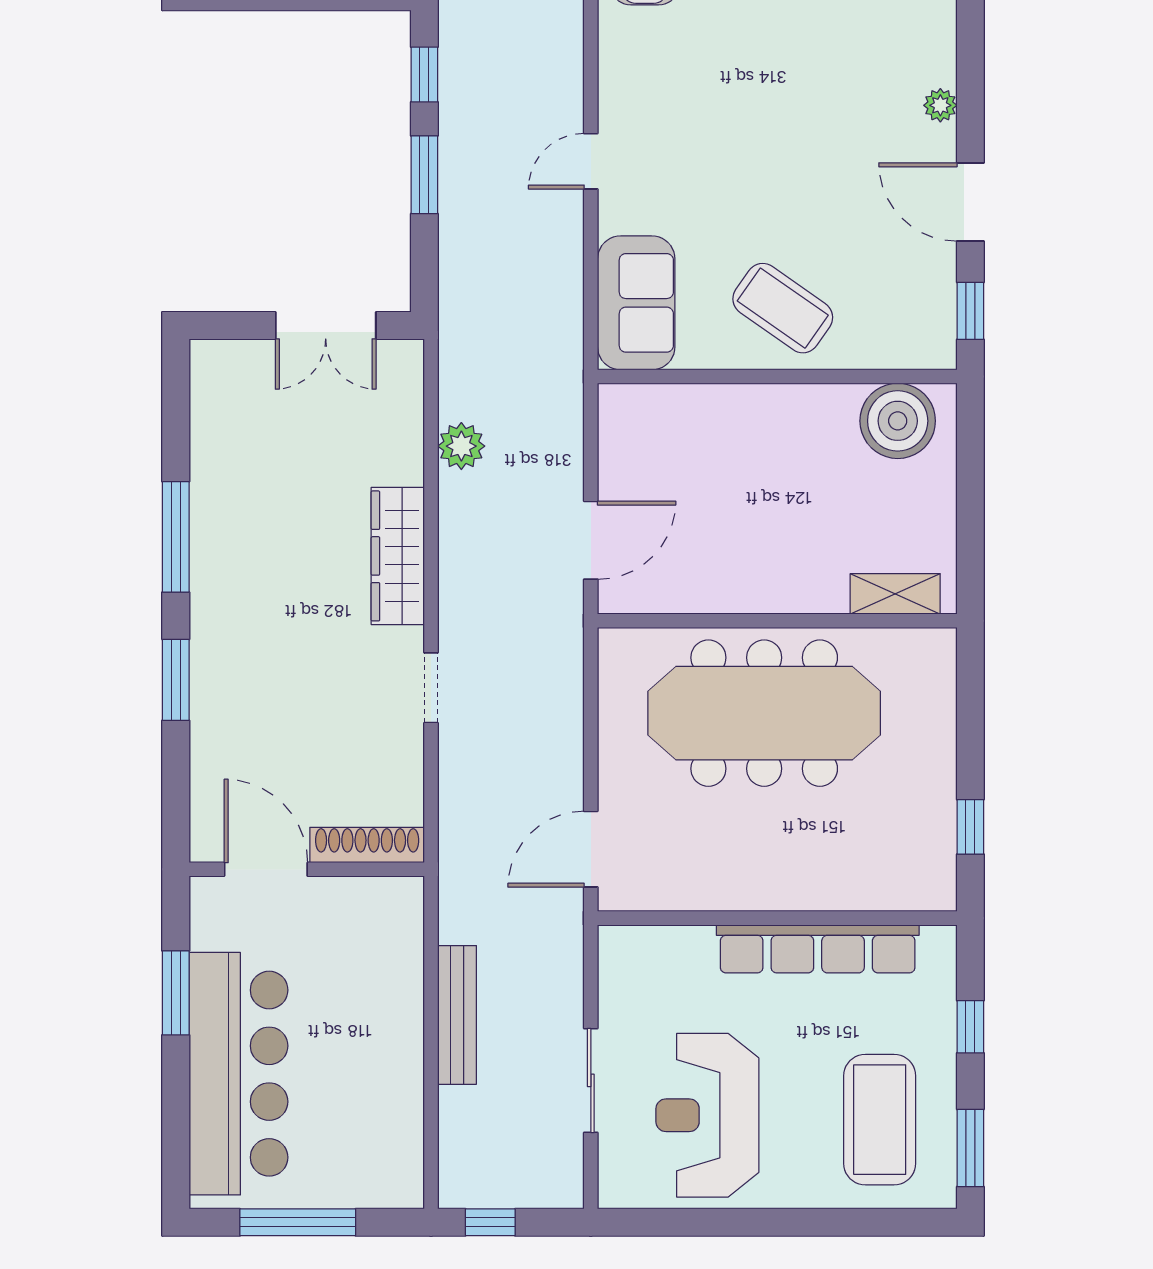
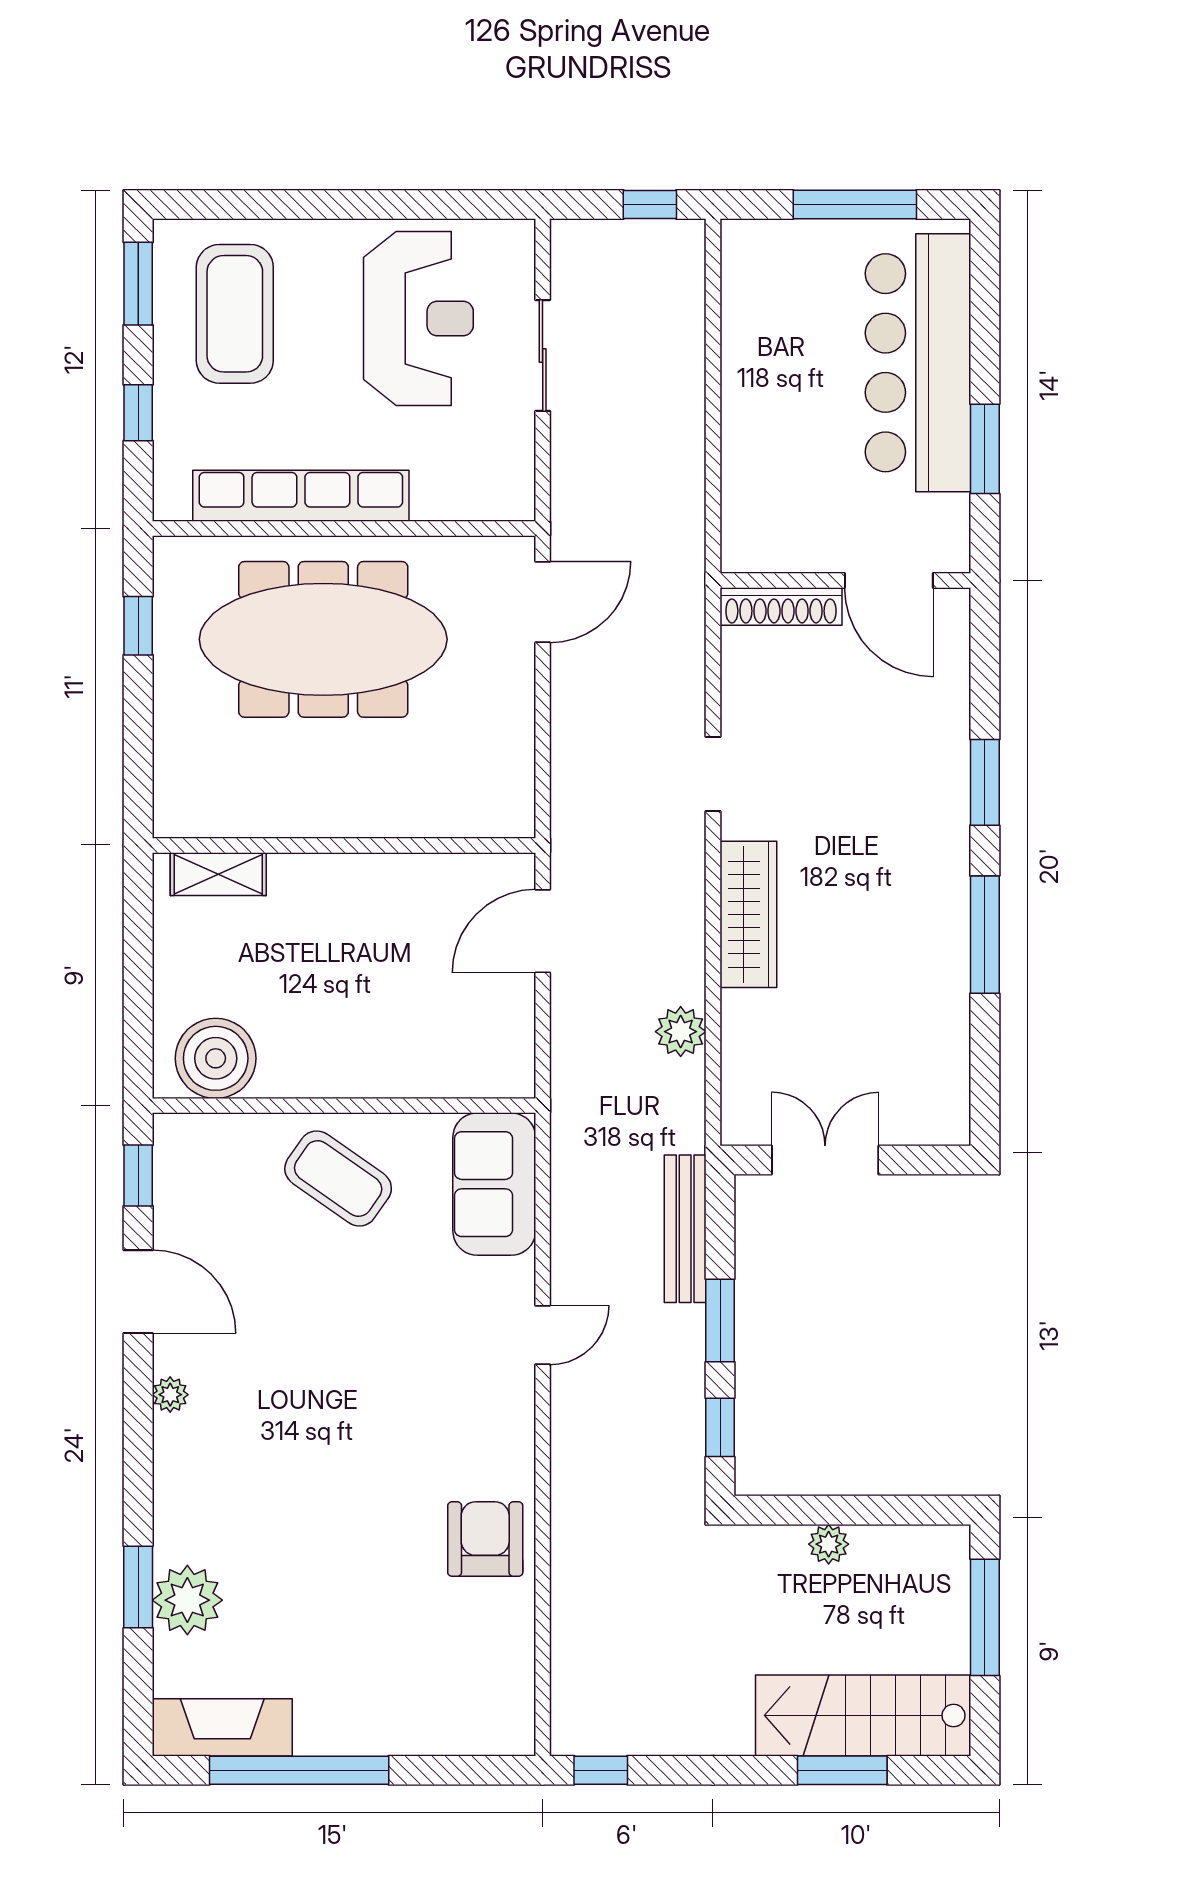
meeting table: (764, 713) -> (323, 639), moved
bench: (457, 1015) -> (685, 1229), moved

